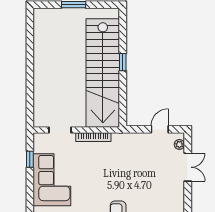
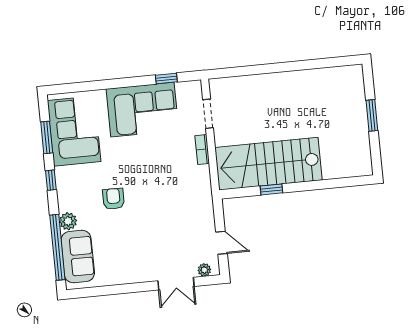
window: (123, 62) -> (271, 189), moved
stairs: (103, 73) -> (268, 164), width x0.73
bookcase: (93, 137) -> (202, 150), width x0.64

